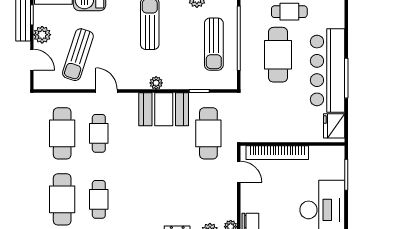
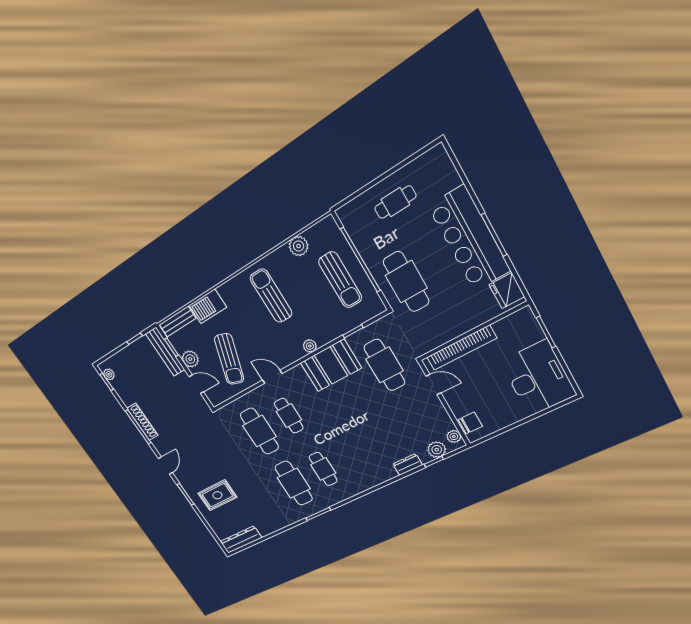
cafe table: (278, 55) -> (406, 282), moved

